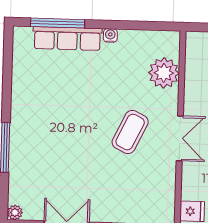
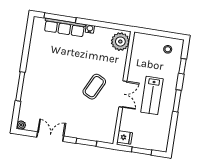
plant: (164, 73) -> (120, 42), moved

